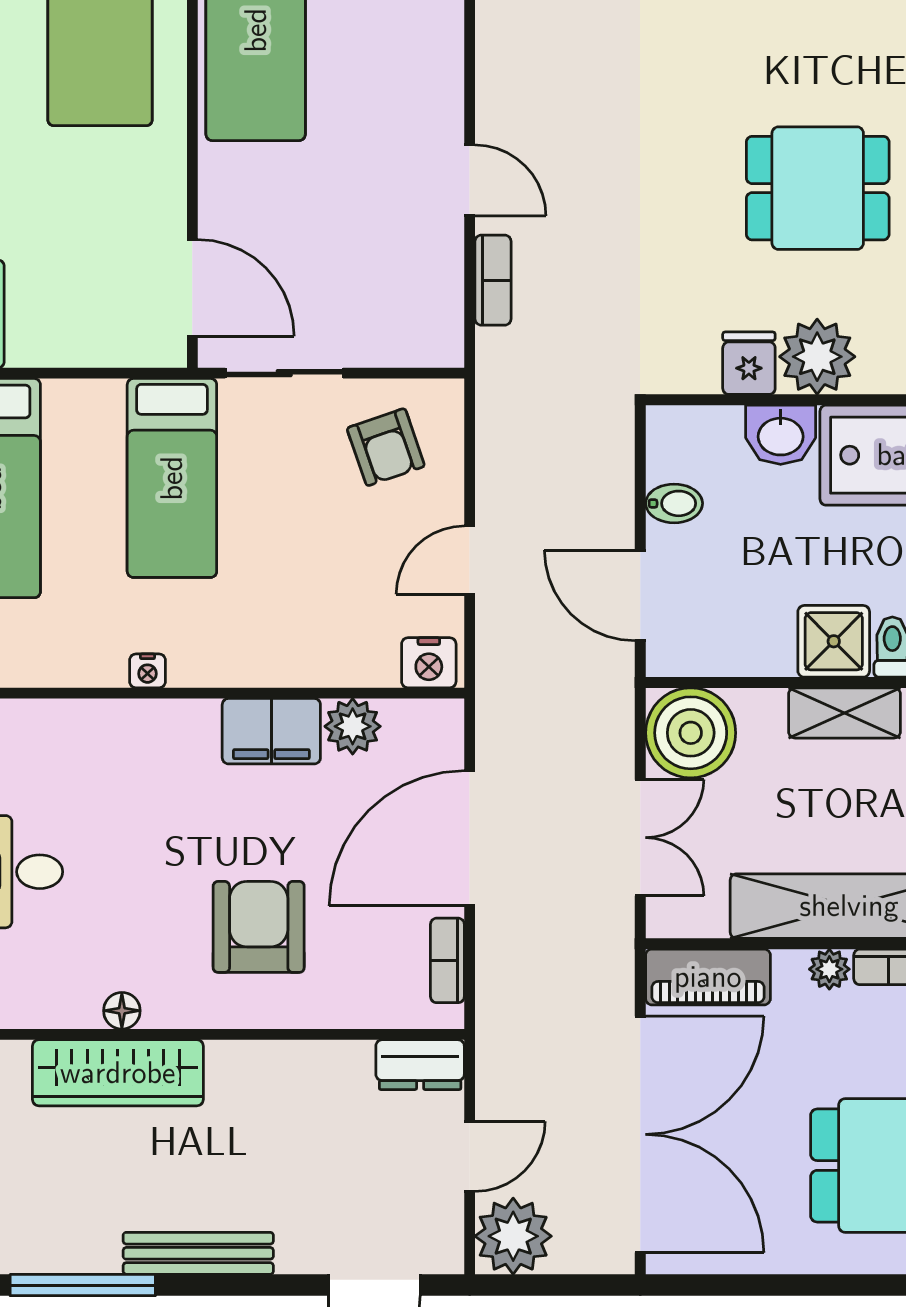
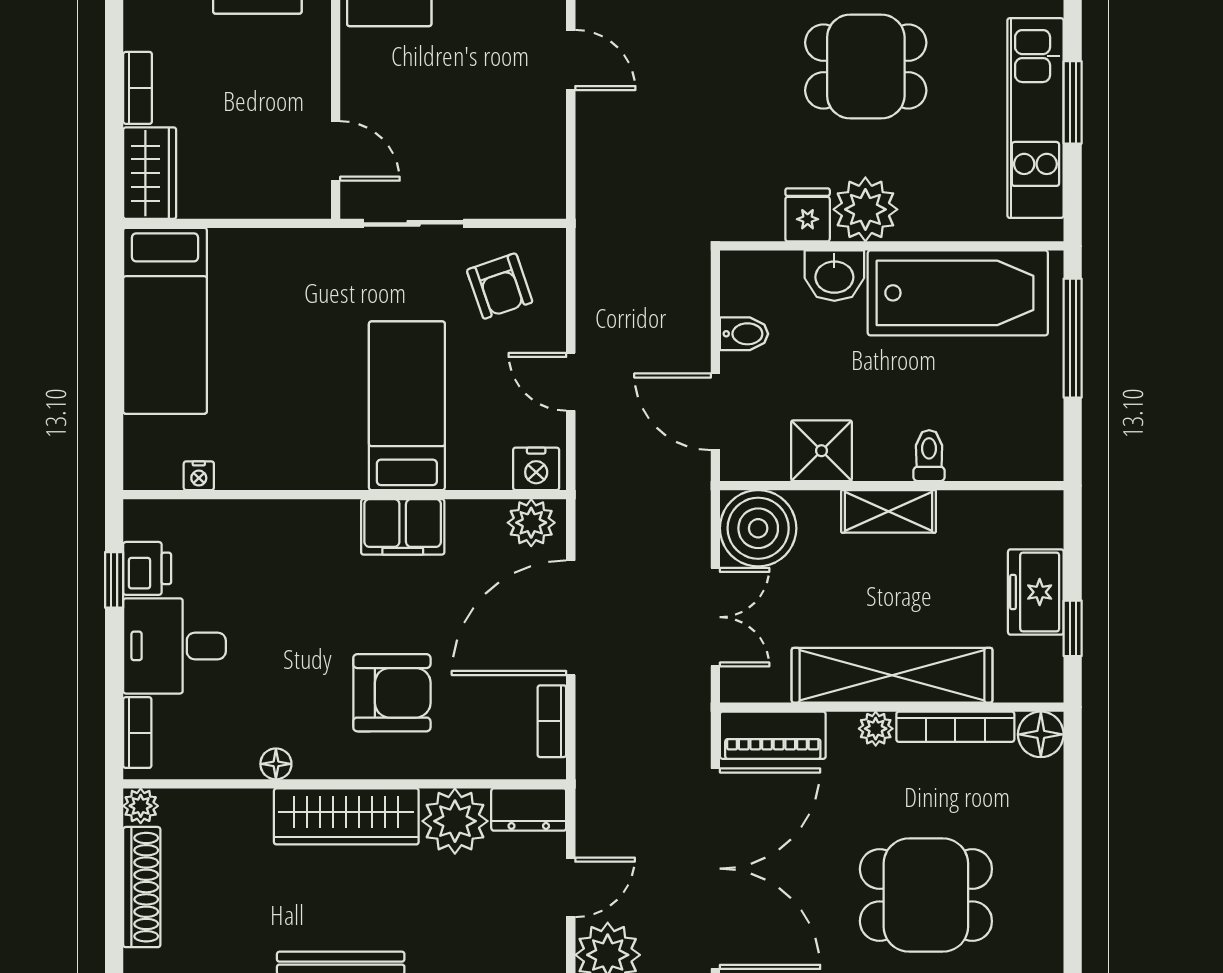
bookcase: (493, 280) -> (591, 144), removed
door: (192, 288) -> (336, 151), width x0.73
bed: (172, 478) -> (407, 406), moved, turned 180
door: (470, 560) -> (571, 382), hinge flipped
shower: (834, 641) -> (821, 451), moved
nightstand: (147, 671) -> (199, 476), moved
plant: (353, 726) -> (531, 523), moved
armchair: (259, 927) -> (392, 693), turned 90
wardrobe: (118, 1073) -> (346, 816), moved
plant: (333, 1078) -> (455, 821), added

